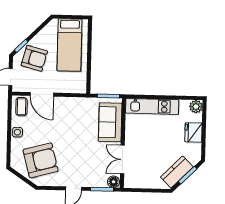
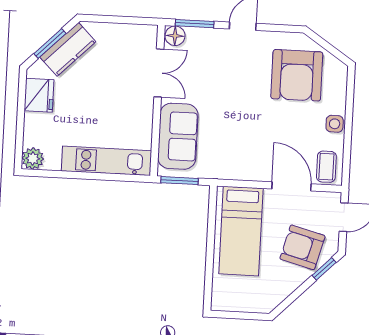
bed: (69, 45) -> (241, 231), moved, turned 180
fridge: (194, 132) -> (39, 95), moved
armchair: (41, 160) -> (297, 75), turned -75

